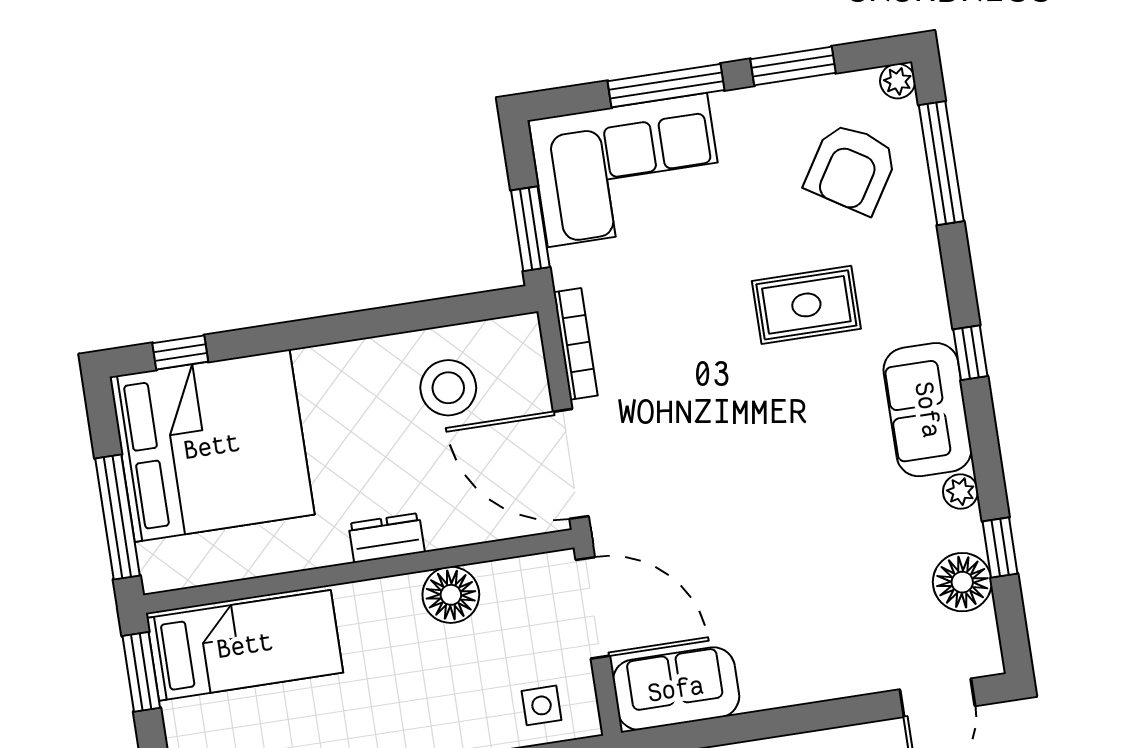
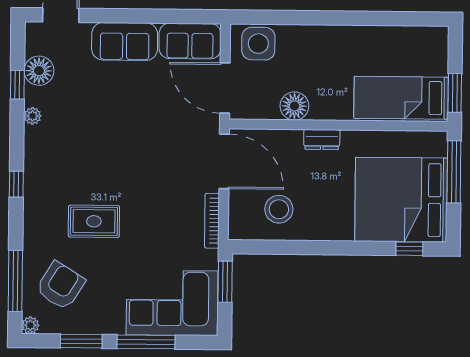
sofa: (928, 410) -> (125, 41), moved, turned 90
side table: (542, 705) -> (258, 44), width x1.87, depth x1.87

